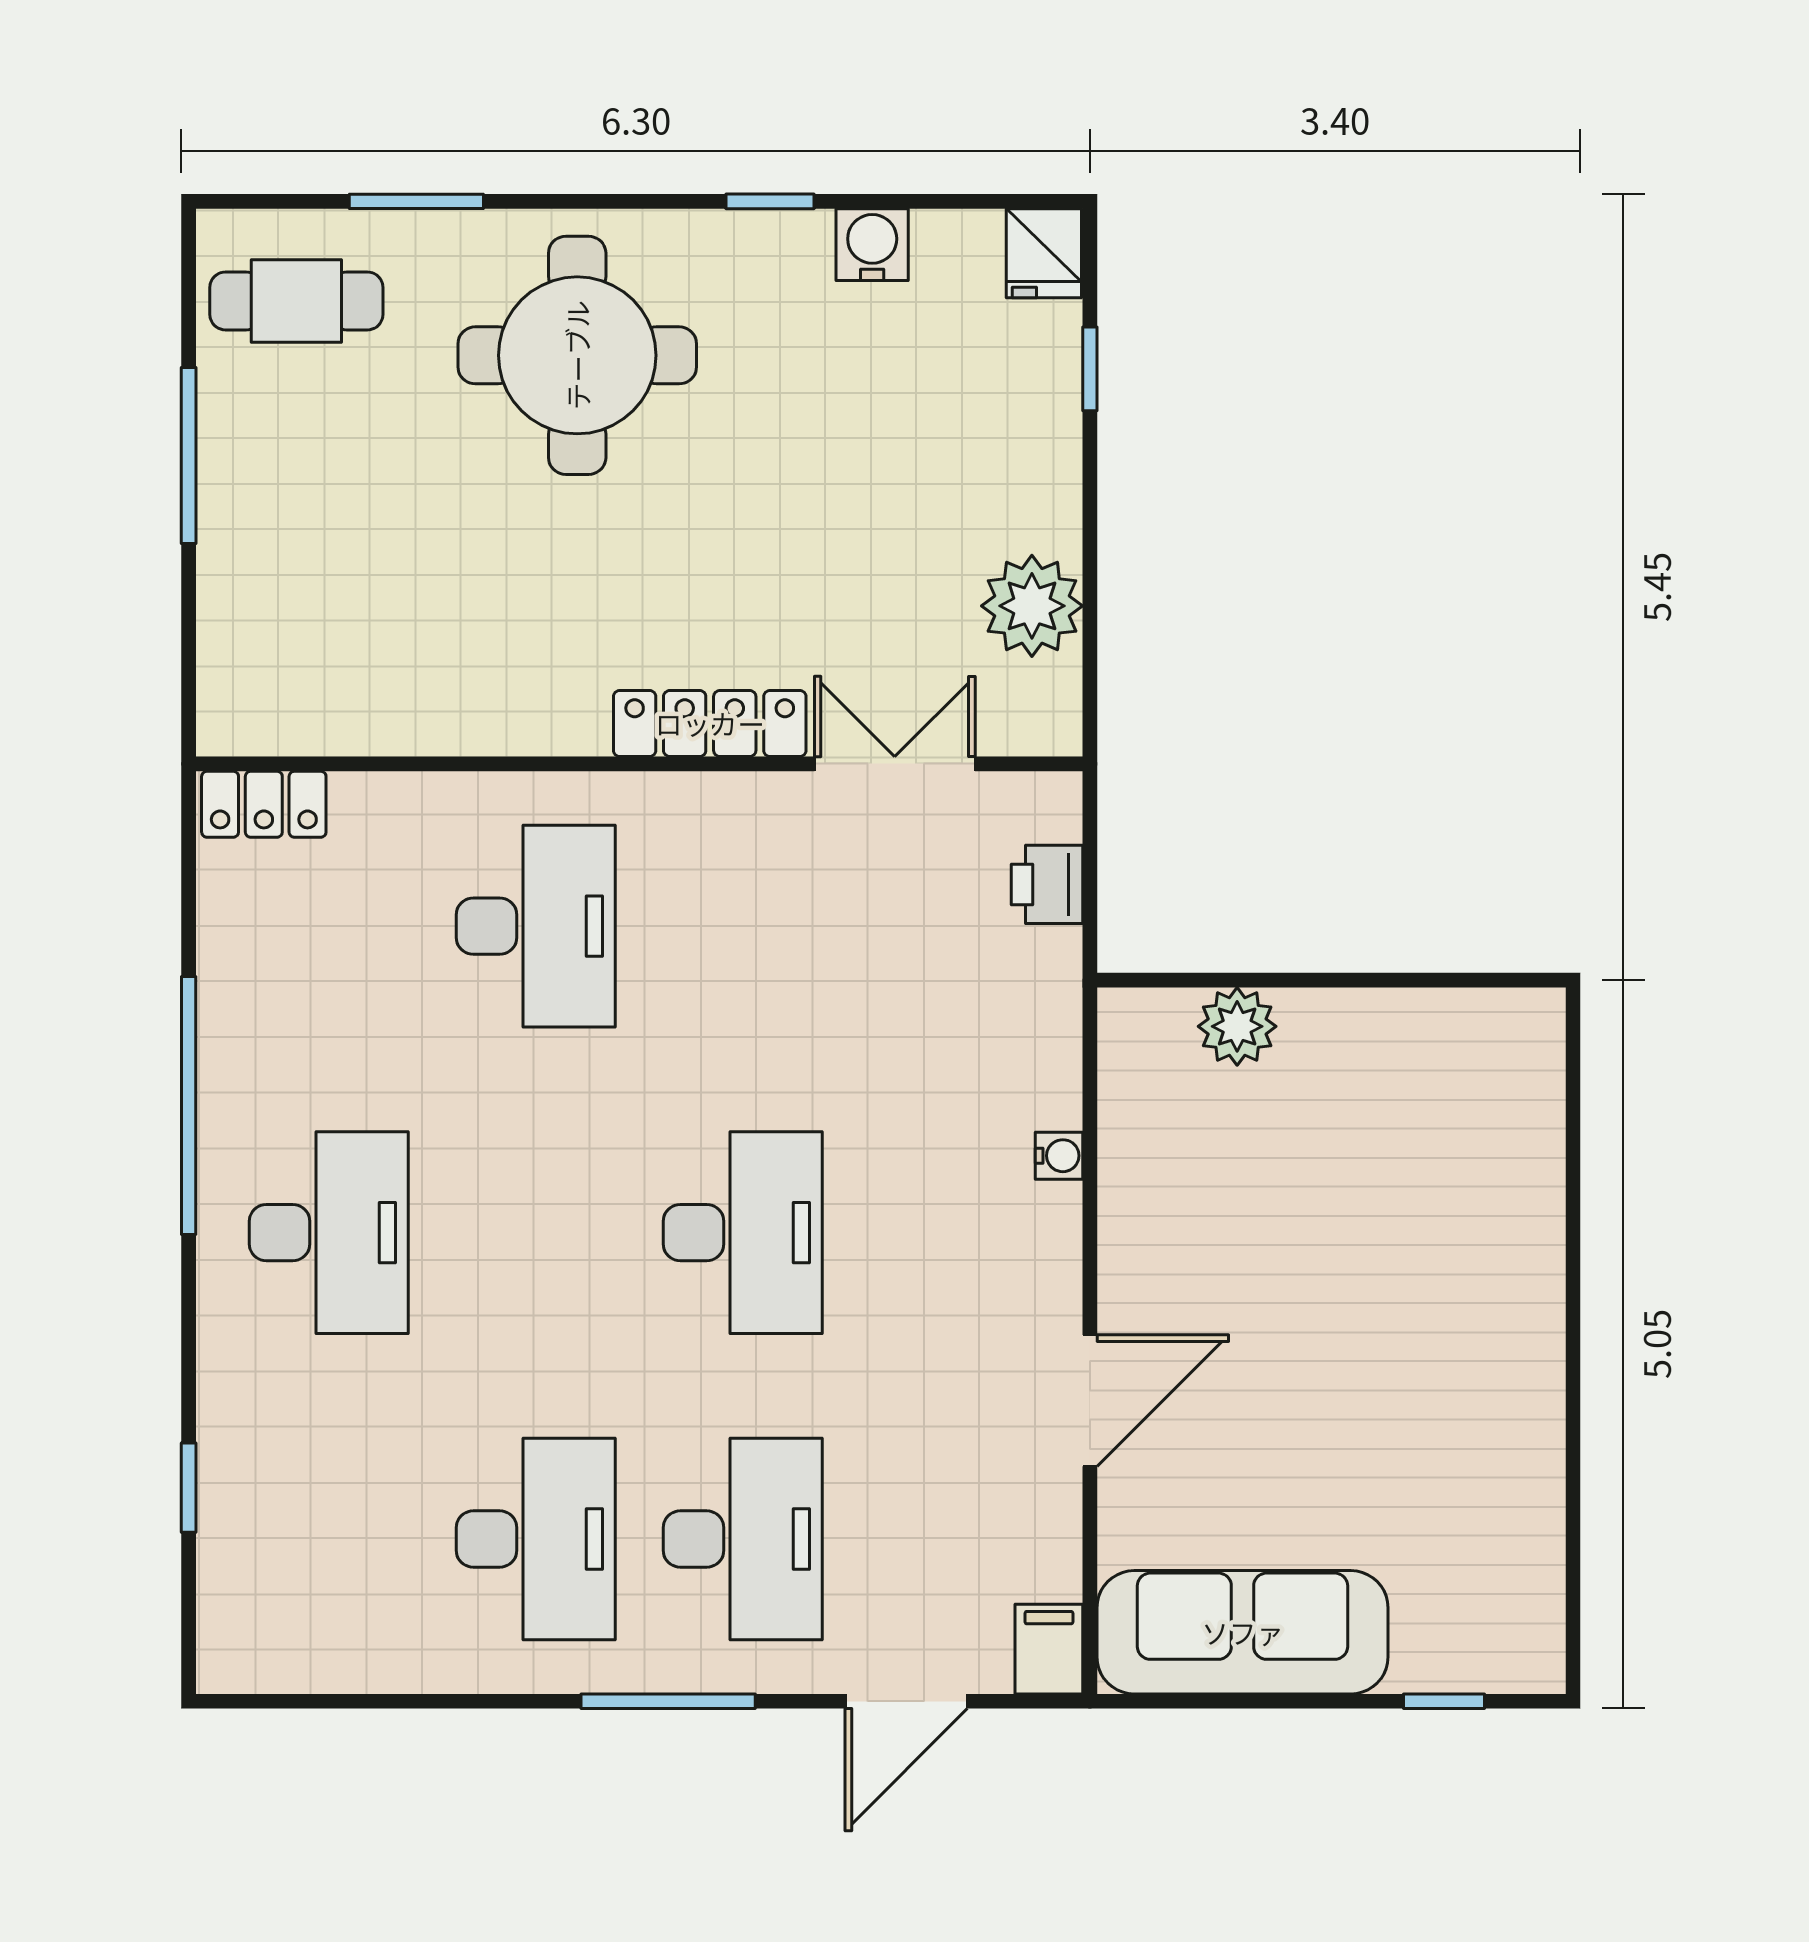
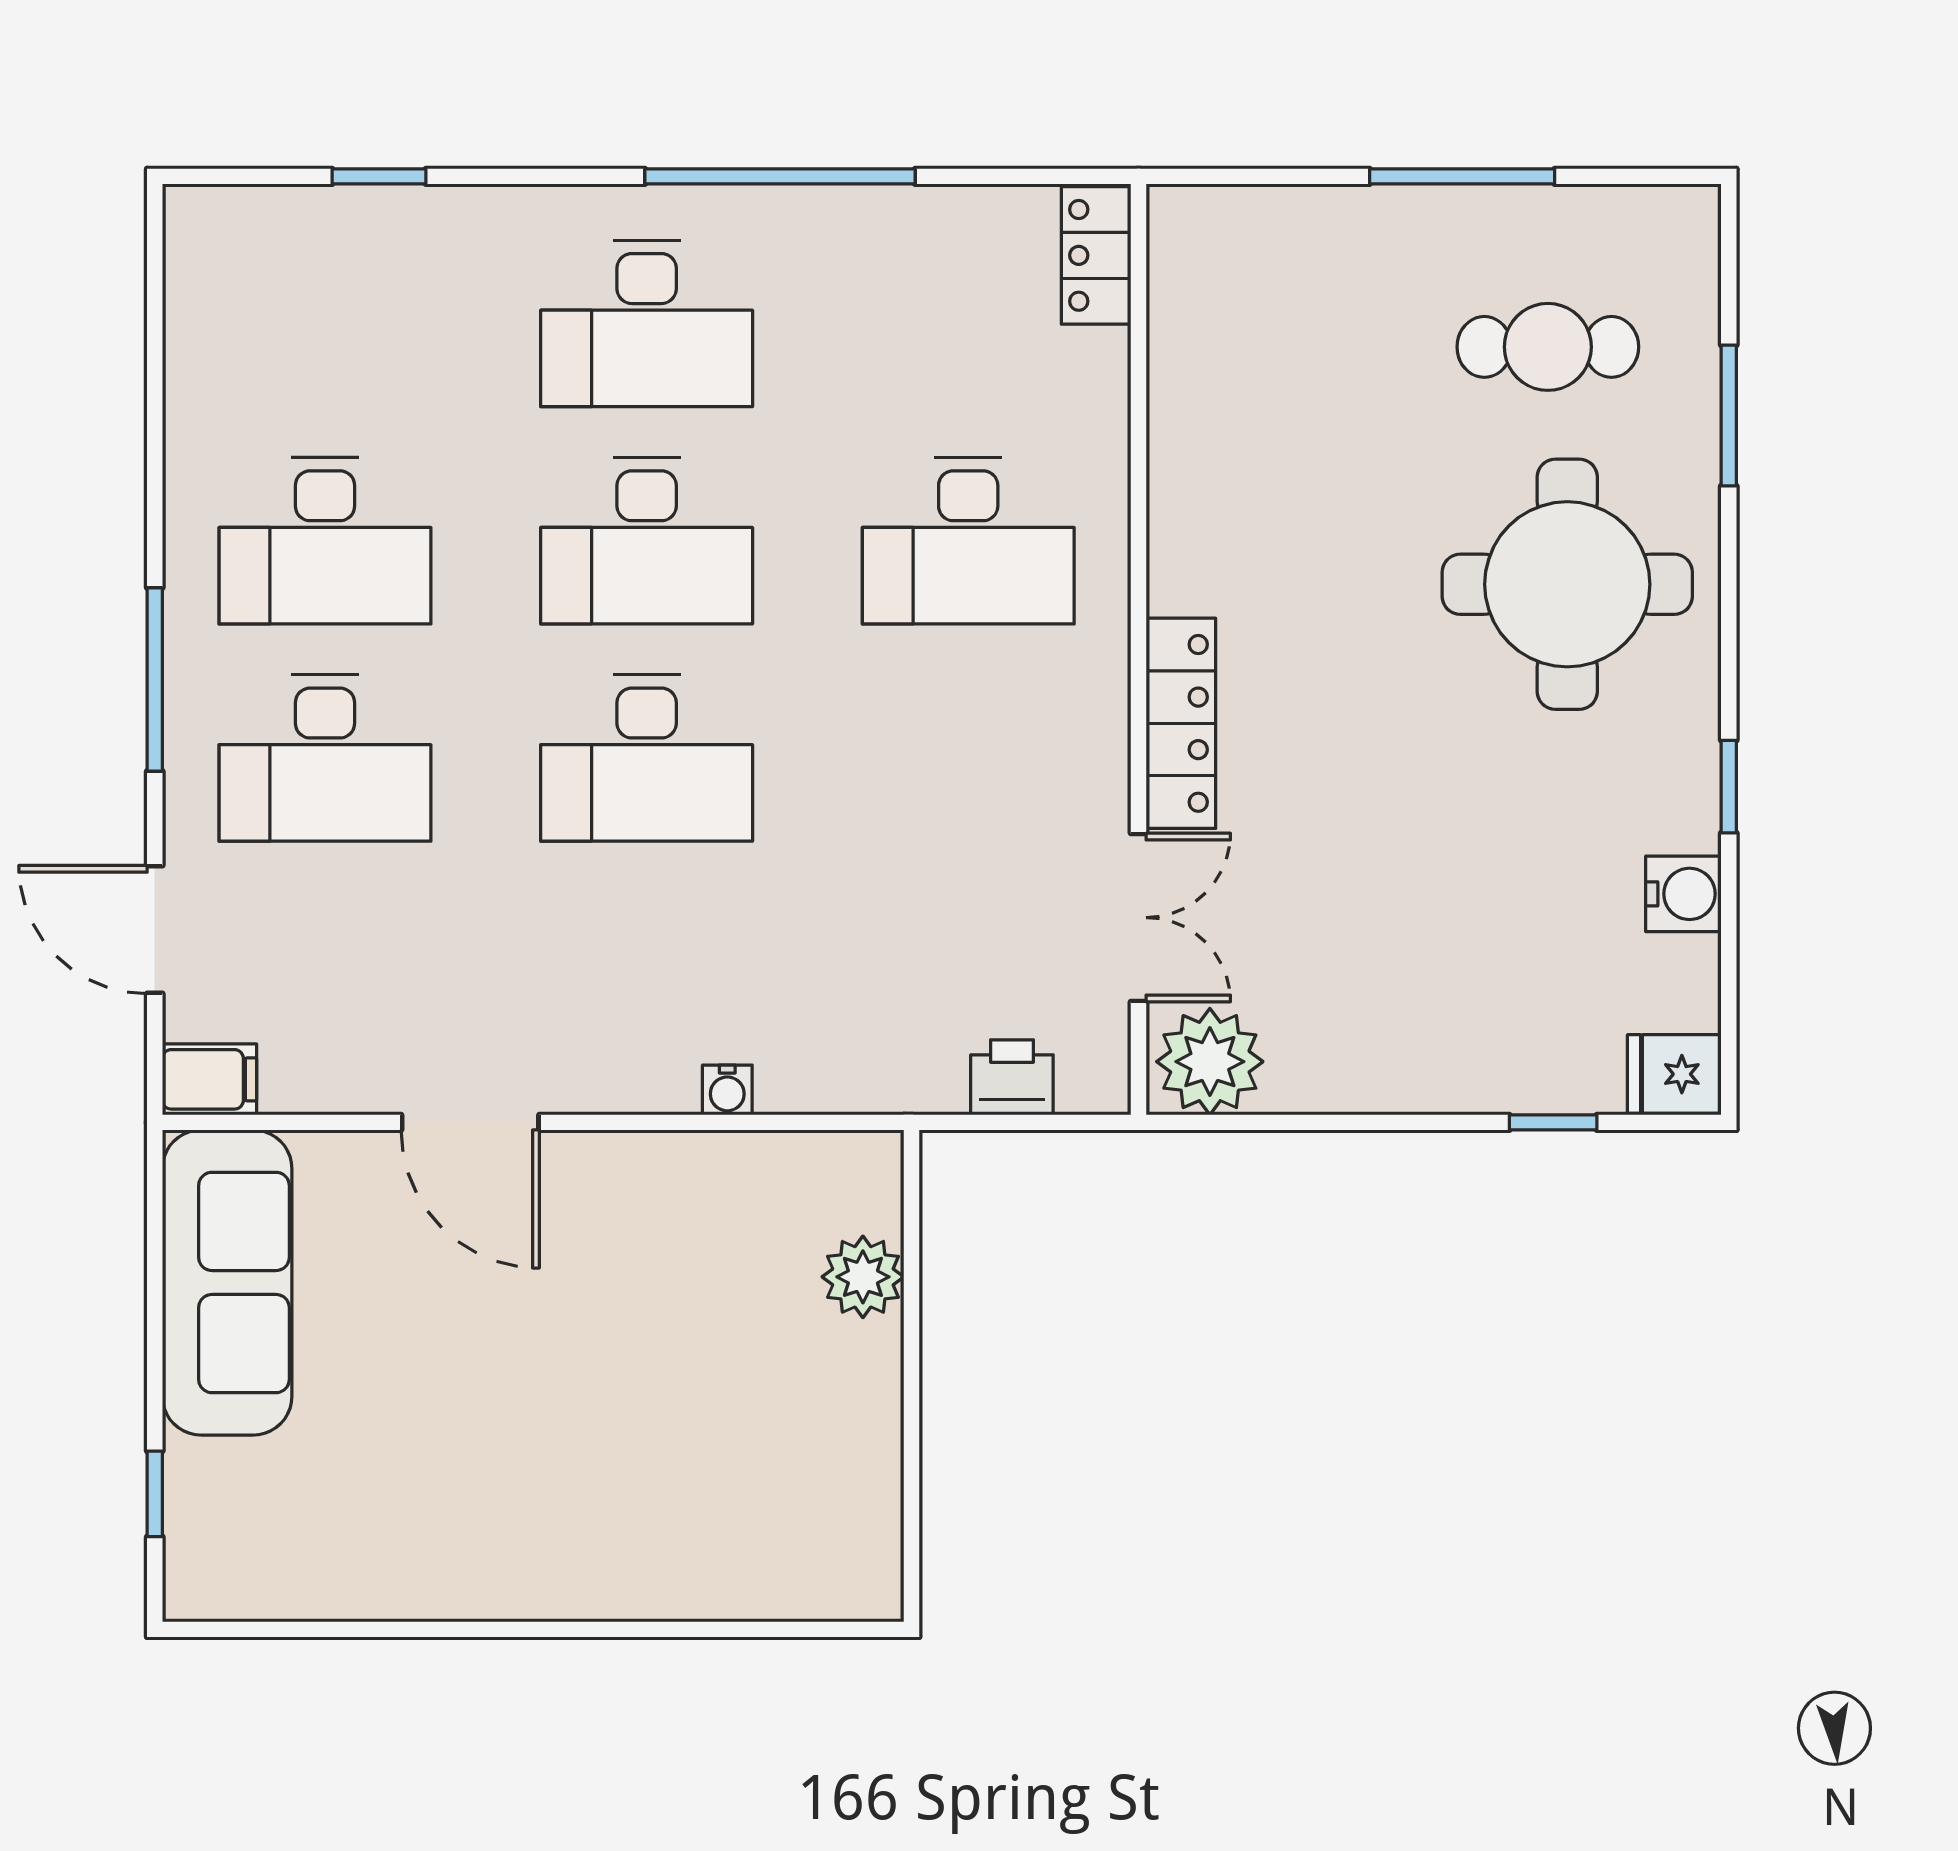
cafe table: (296, 301) -> (1548, 347), moved, turned 90
plant: (1032, 606) -> (1210, 1062), moved
desk: (536, 1233) -> (647, 541), added

